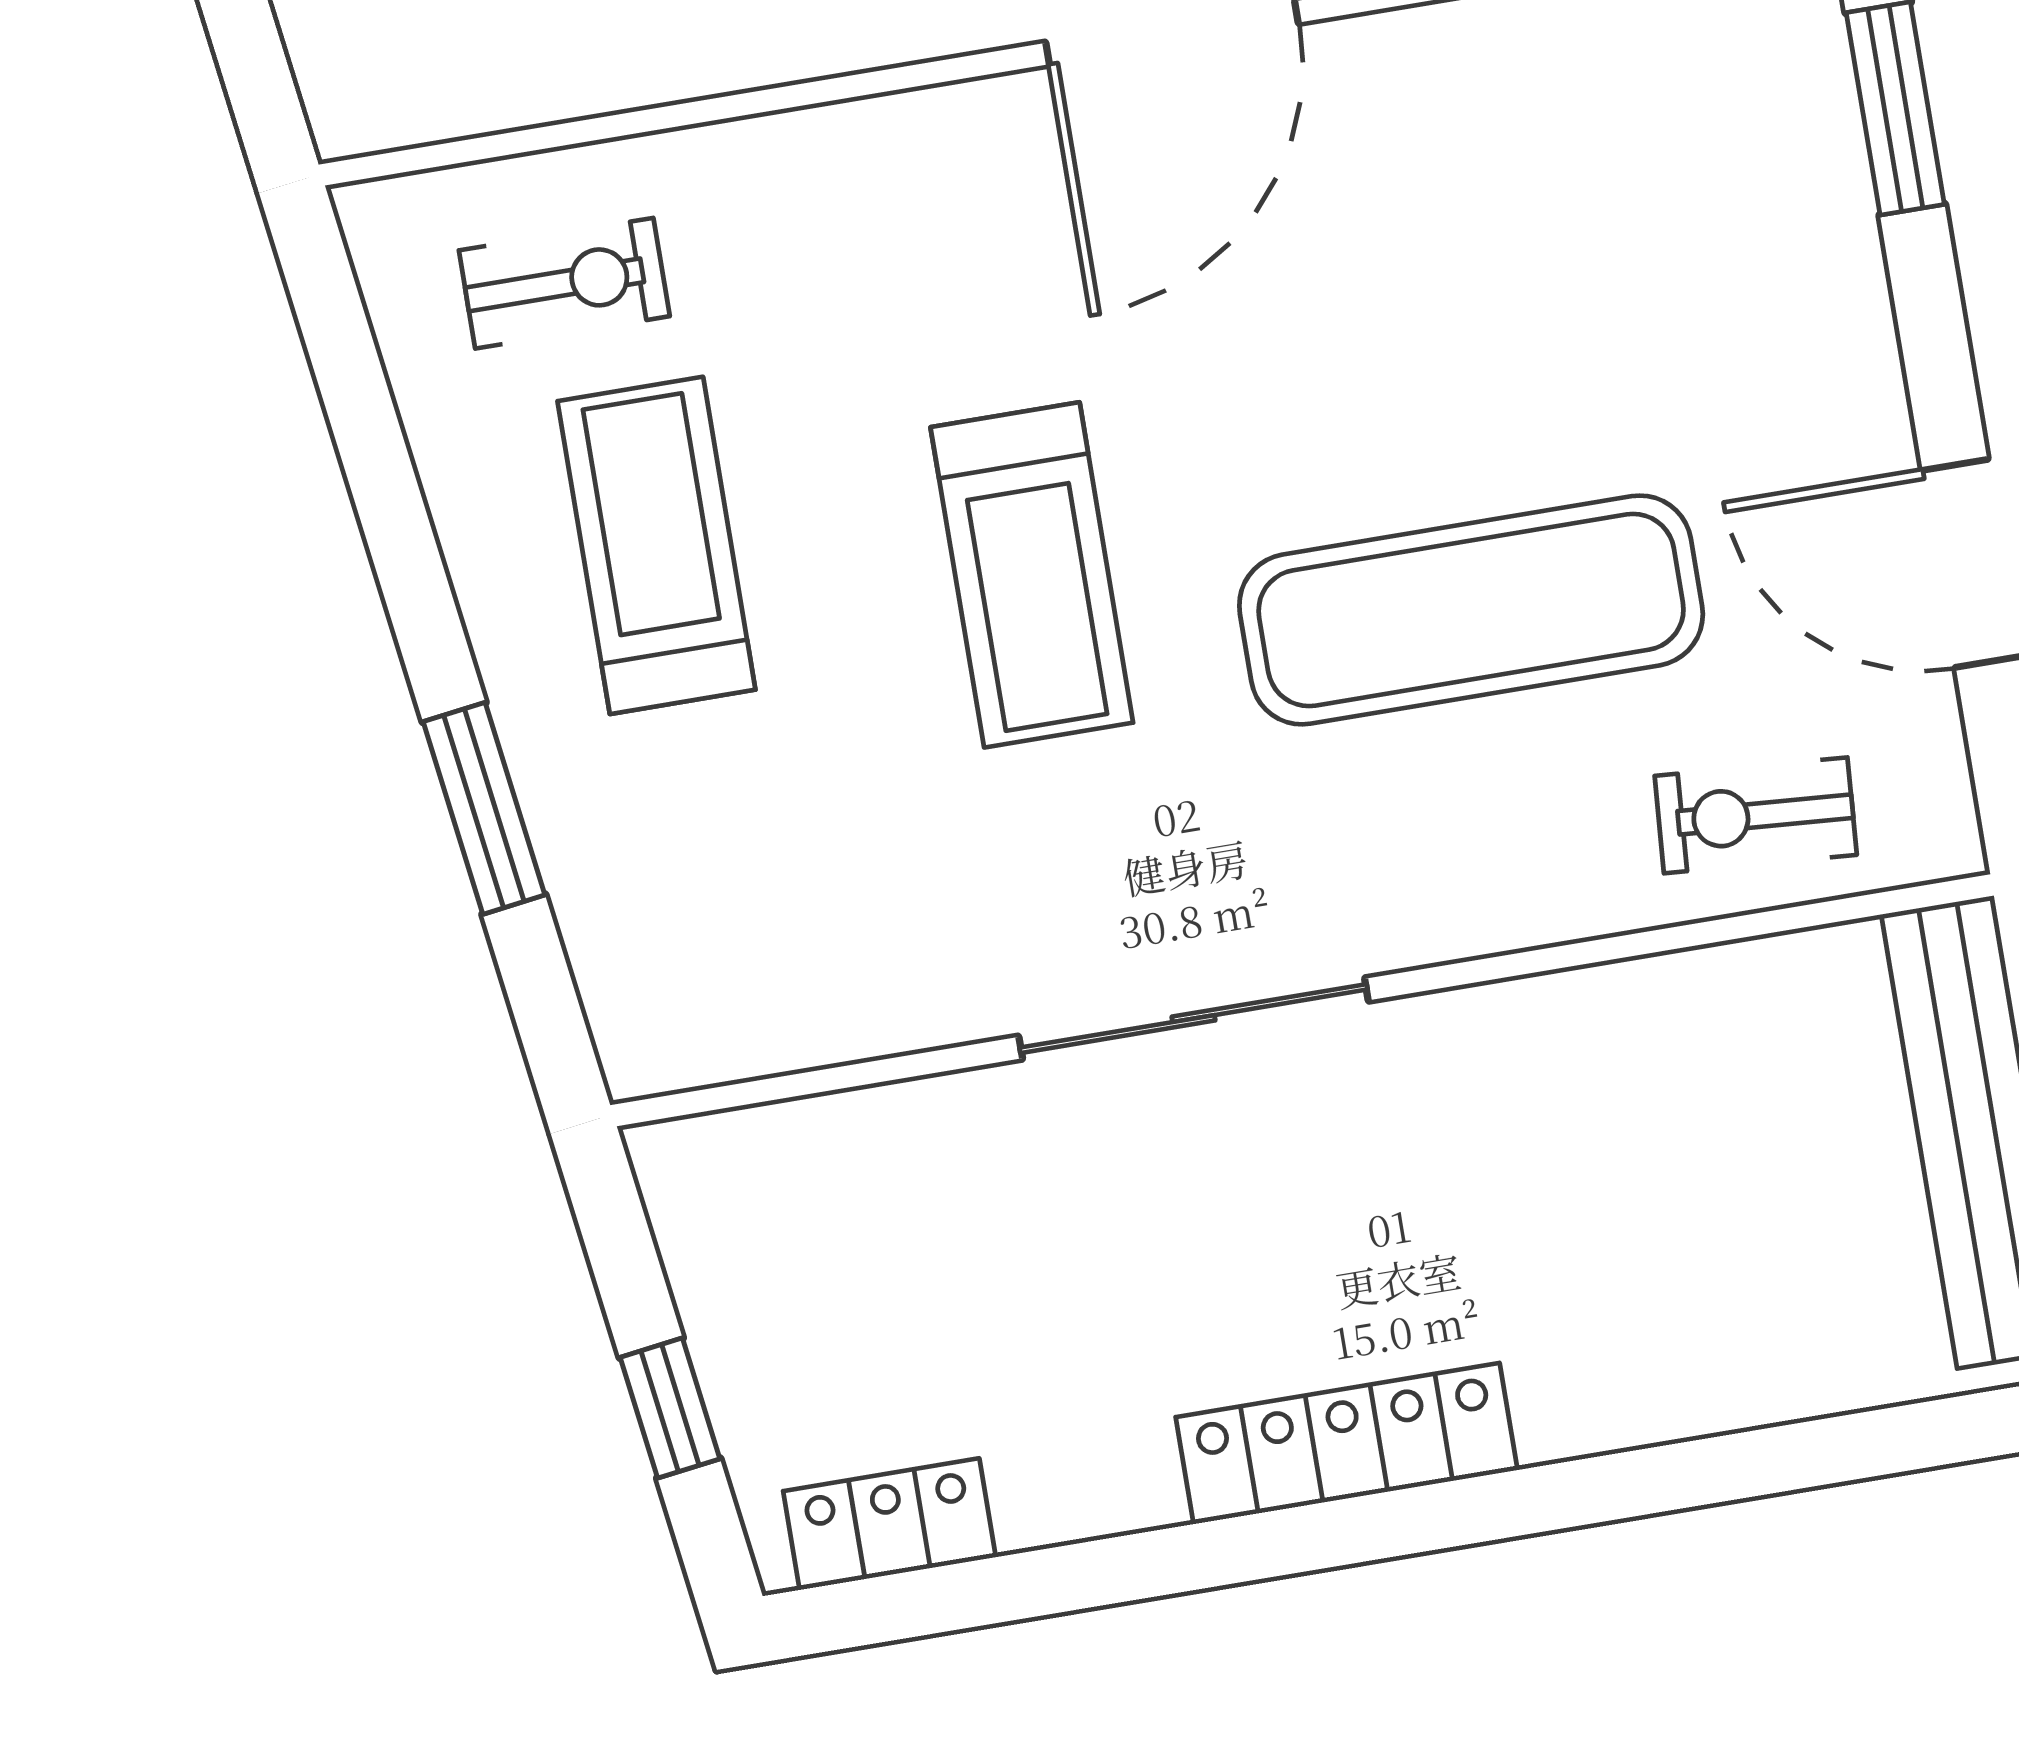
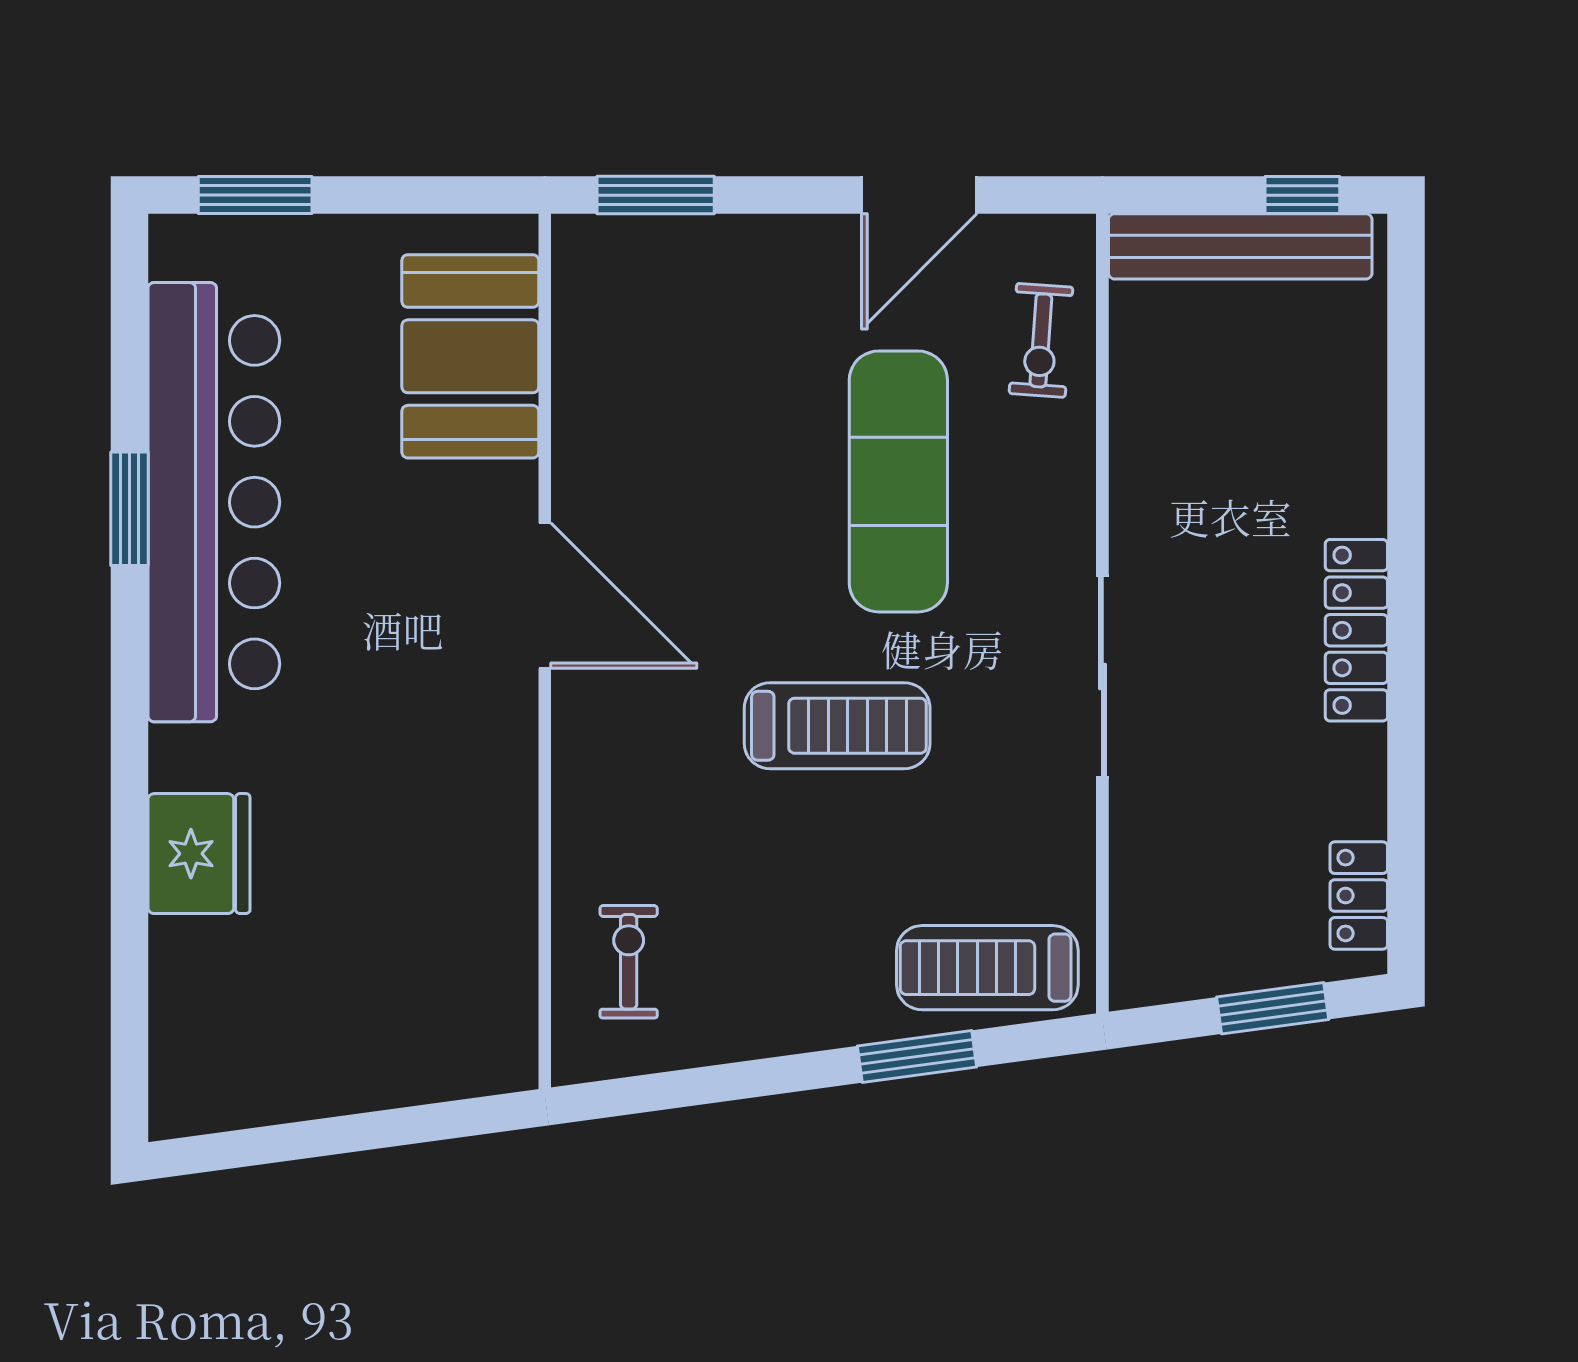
treadmill: (656, 545) -> (987, 968), moved
window: (670, 1408) -> (1273, 1008), width x1.50

